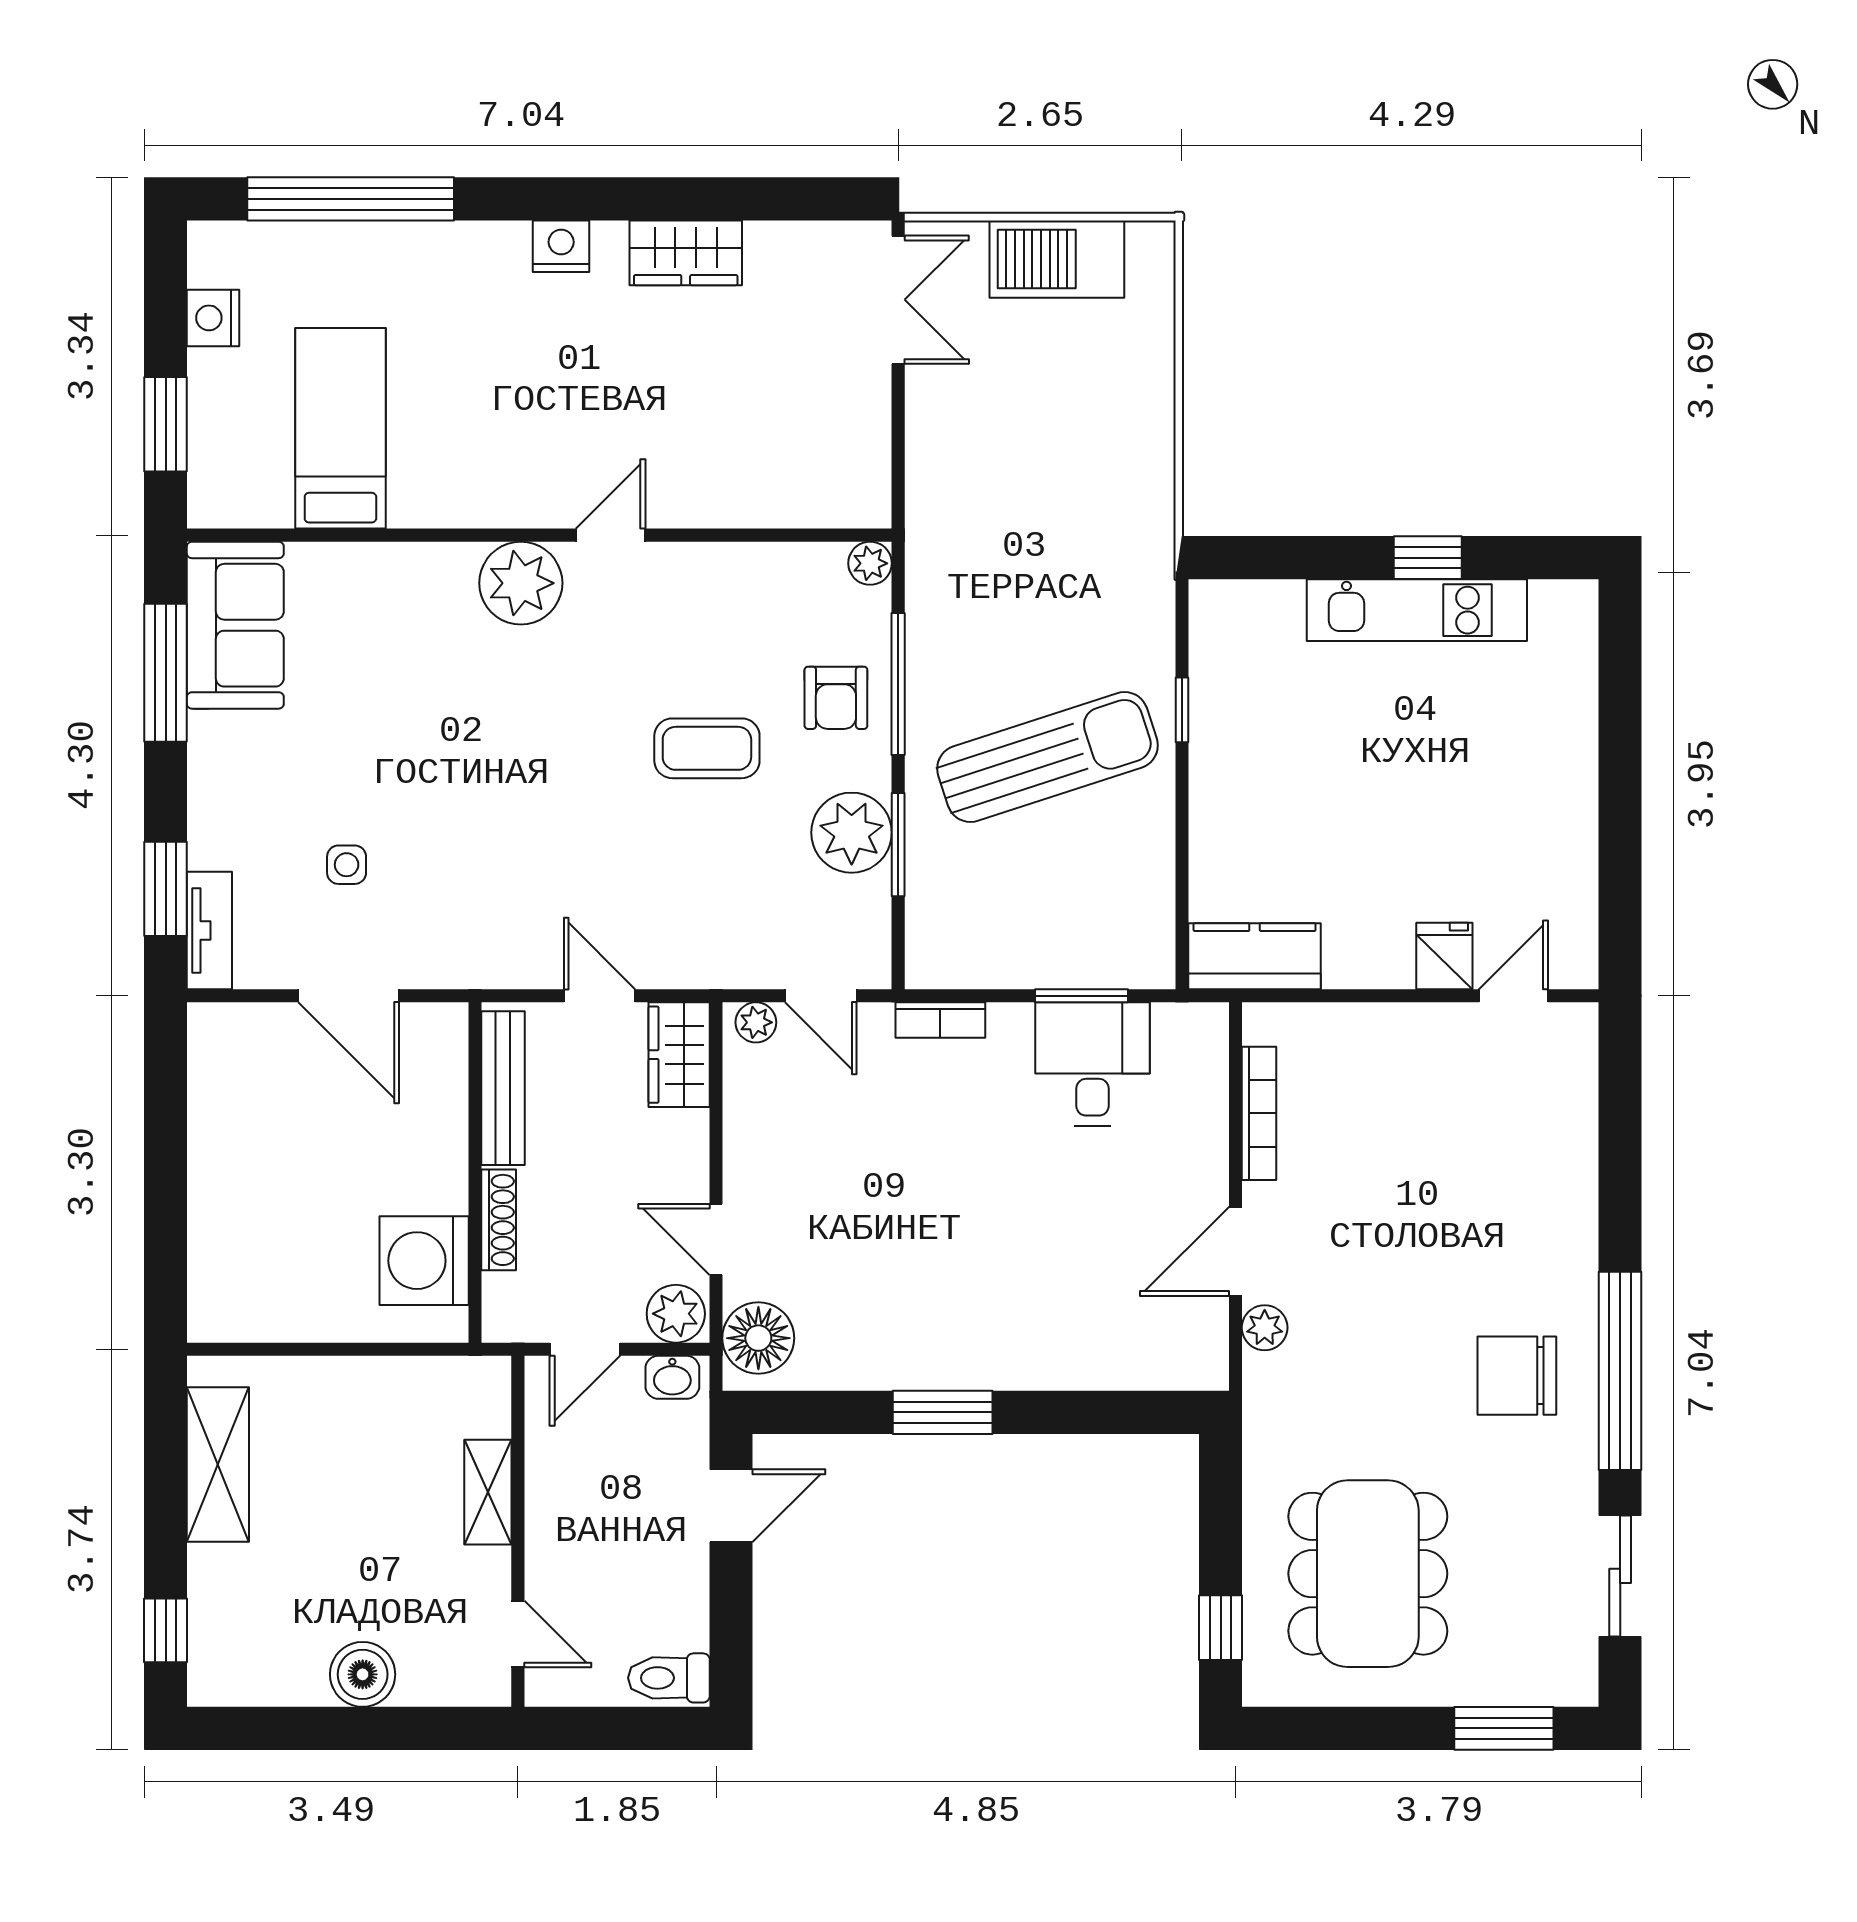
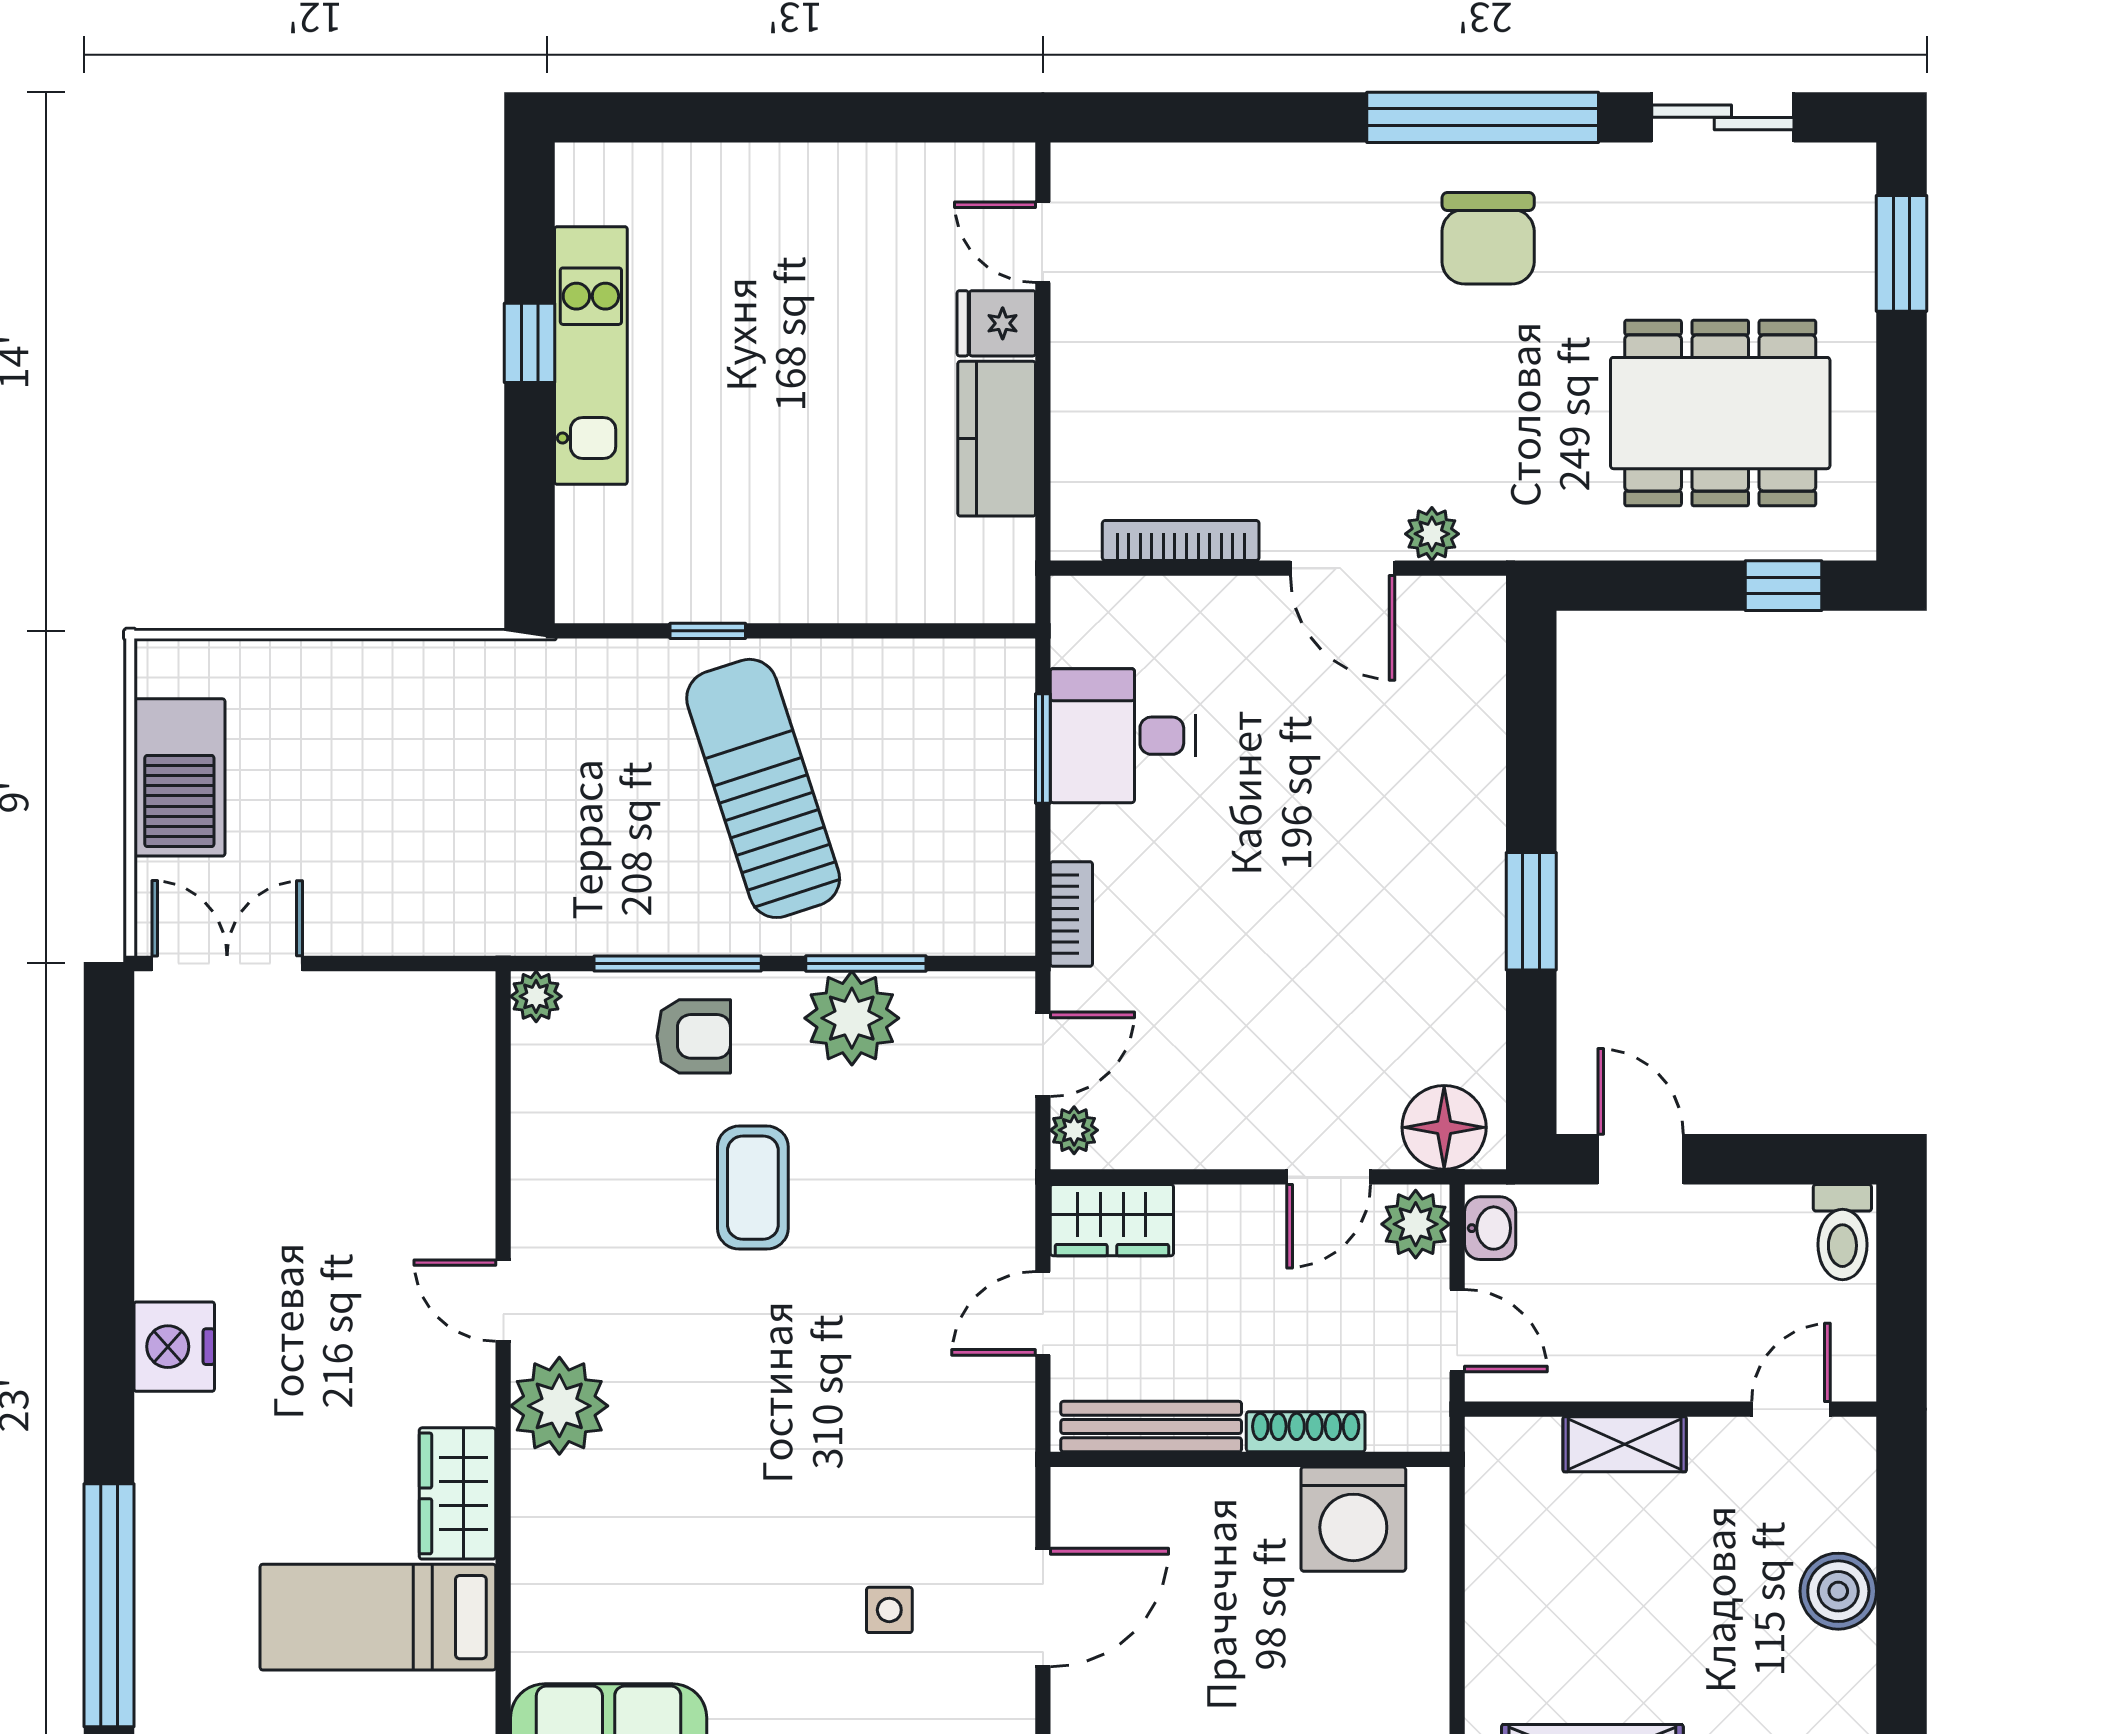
nightstand: (561, 246) -> (174, 1347), width x1.36, depth x1.33
wardrobe: (686, 253) -> (457, 1493), moved, turned 180
kitchen counter: (1255, 956) -> (997, 439), moved

